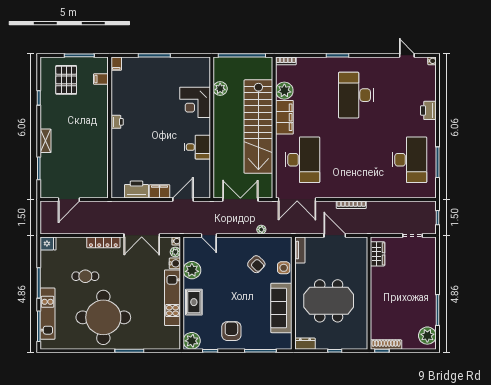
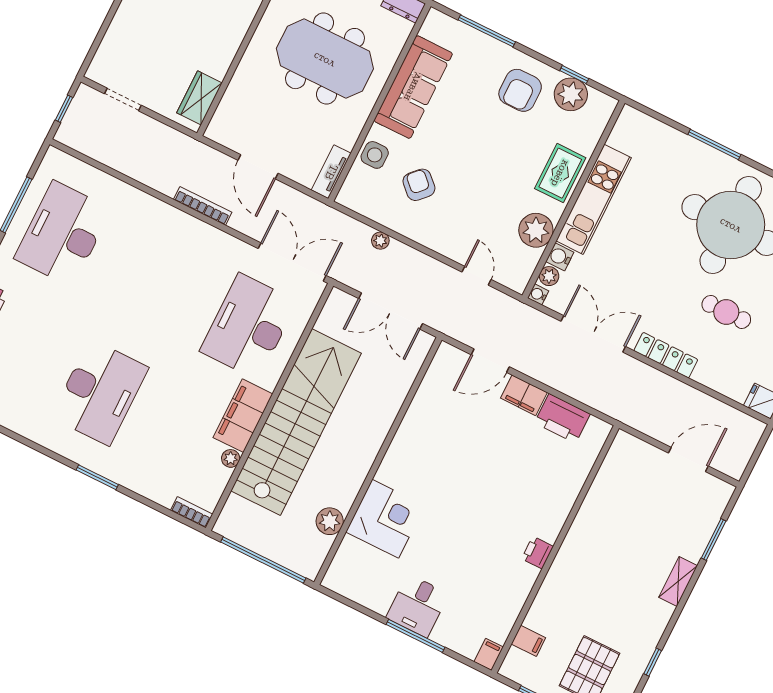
plant: (284, 91) -> (231, 458), width x0.53, depth x0.53
desk: (197, 147) -> (417, 606), moved, turned -90
plant: (192, 341) -> (571, 94), moved

